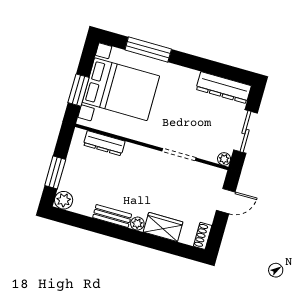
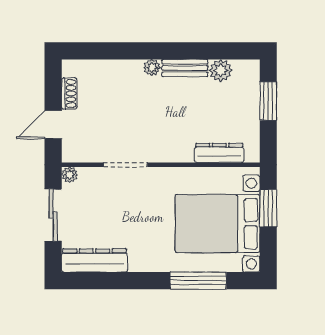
plant: (64, 200) -> (221, 70), moved
wardrobe: (163, 227) -> (120, 72), removed
shoe rack: (203, 236) -> (69, 94), moved

